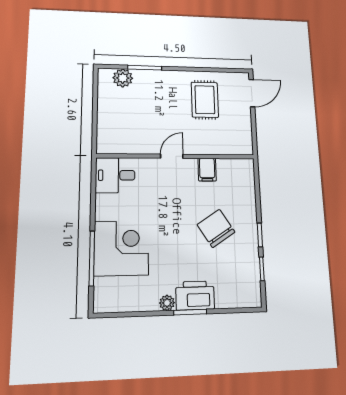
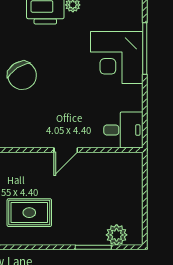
rug: (205, 100) -> (29, 213), turned 90
filing cabinet: (207, 170) -> (29, 136), removed

